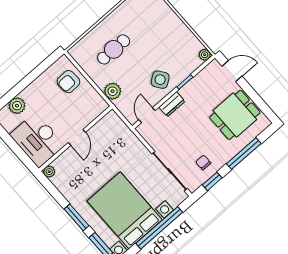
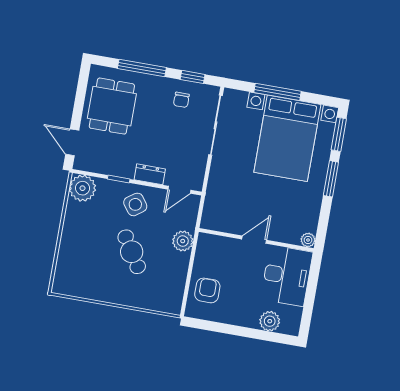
cafe table: (114, 49) -> (132, 252), moved, turned 58
plant: (205, 55) -> (83, 188), width x1.87, depth x1.87
armchair: (68, 82) -> (207, 290), turned -88
dining table: (235, 115) -> (112, 106), turned 90
window: (159, 228) -> (277, 92), width x0.68

